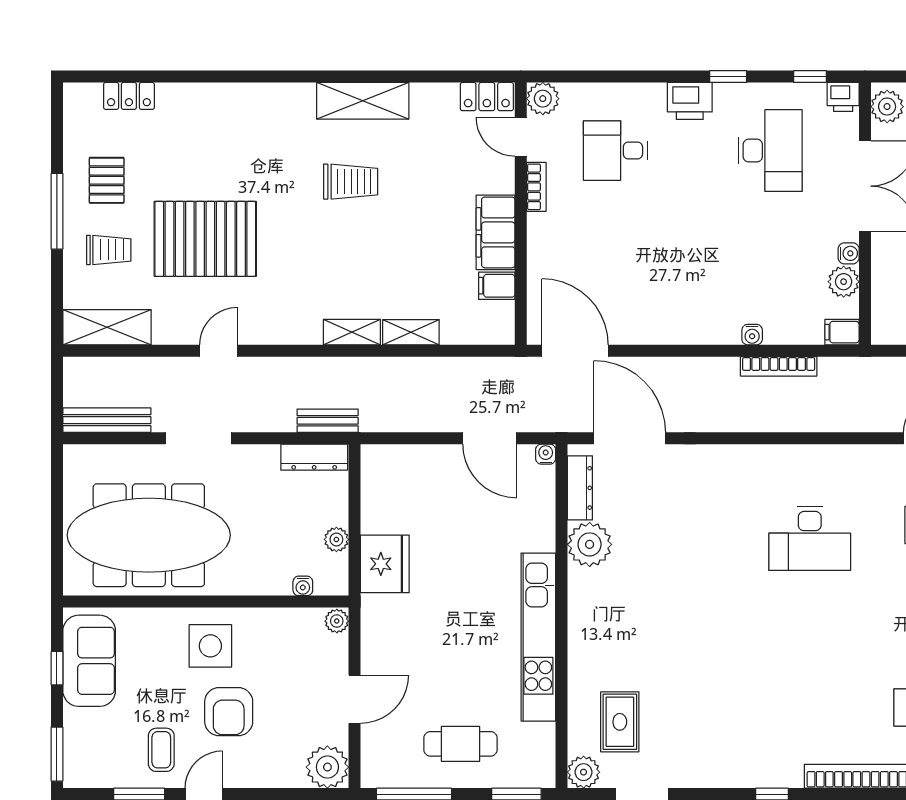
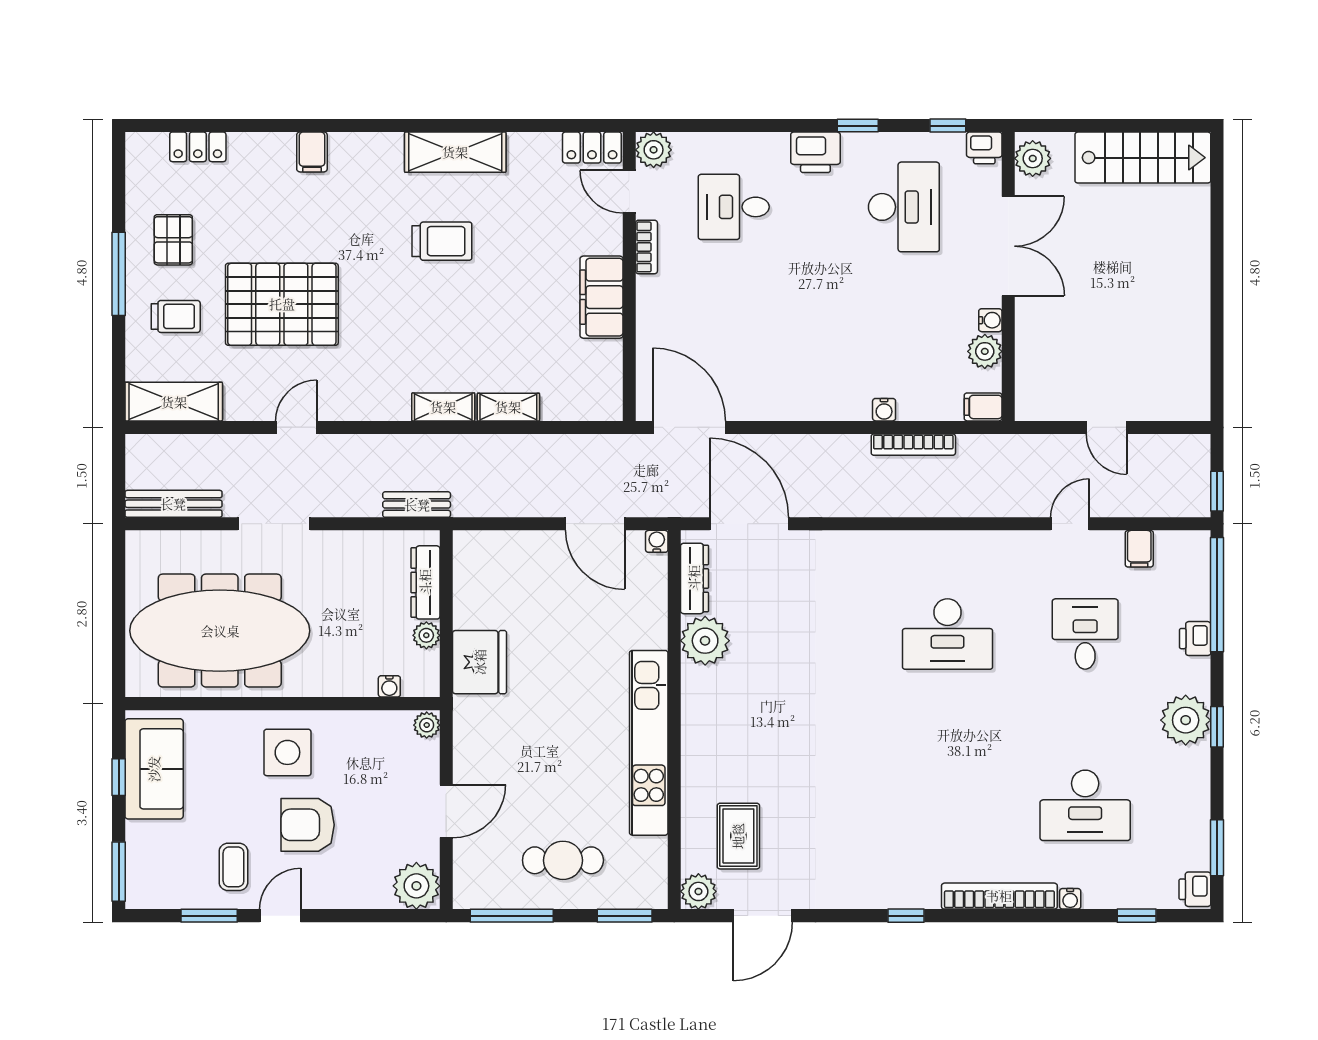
filing cabinet: (497, 286) -> (312, 152), moved, turned -90
dresser: (314, 457) -> (425, 582), moved, turned 90
armchair: (229, 712) -> (308, 825), turned 90

